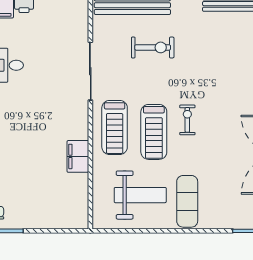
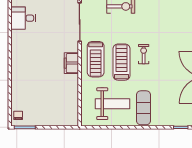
treadmill: (154, 132) -> (122, 62), turned 180
filing cabinet: (78, 156) -> (71, 63), moved

